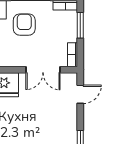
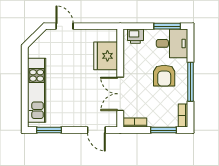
armchair: (24, 25) -> (164, 76), turned 90

